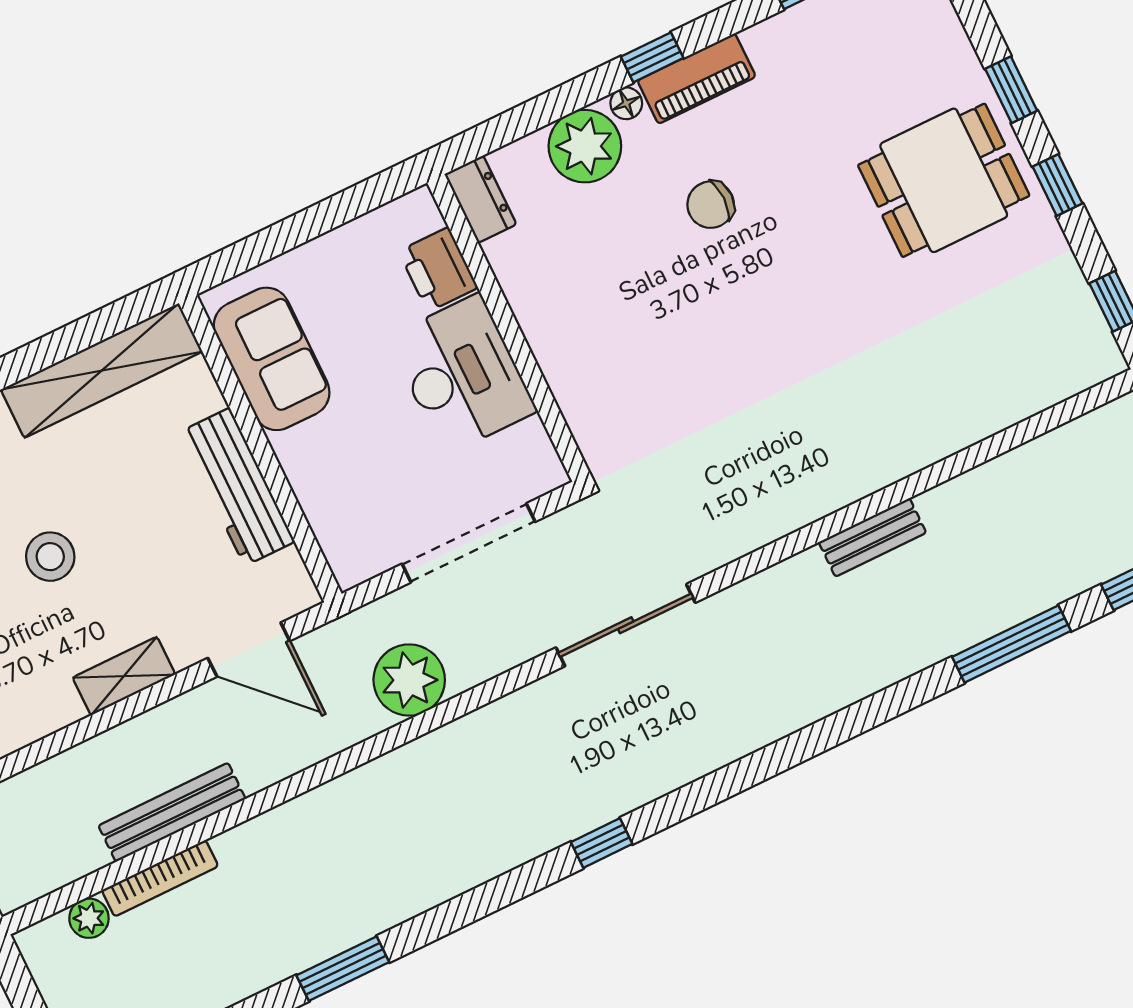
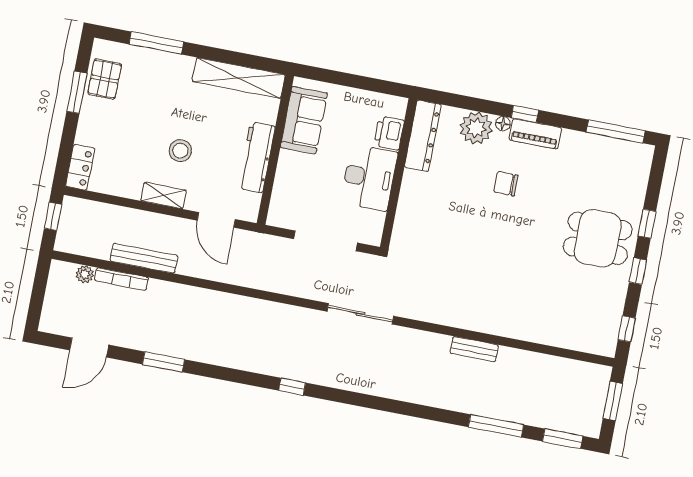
dresser: (481, 199) -> (423, 136), width x1.96, depth x1.24
stool: (50, 557) -> (180, 151), moved
plant: (409, 680) -> (266, 275), removed

